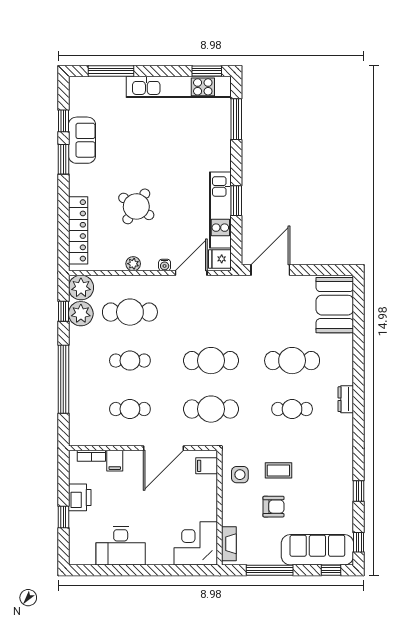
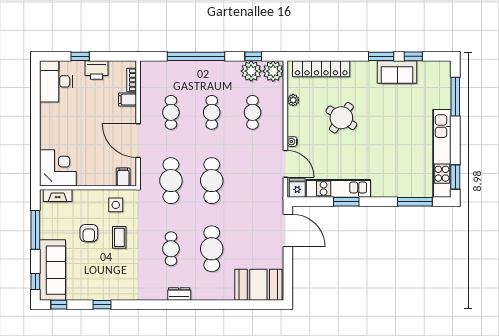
plant: (133, 264) -> (293, 100), moved
cafe table: (130, 312) -> (253, 112), width x0.73, depth x0.74
desk: (121, 546) -> (56, 81), moved

